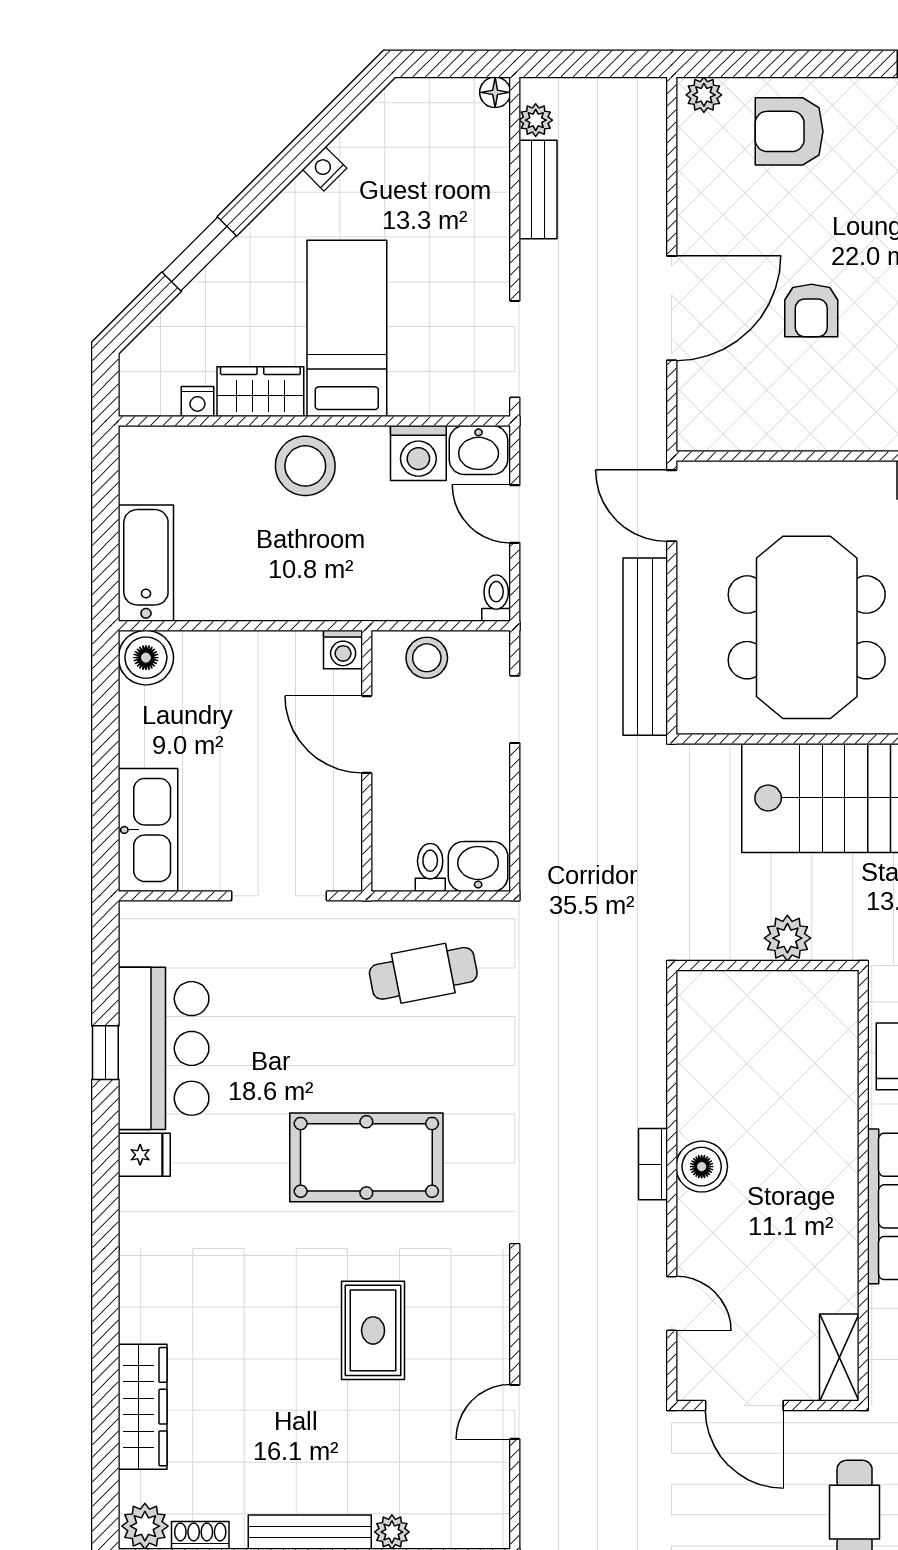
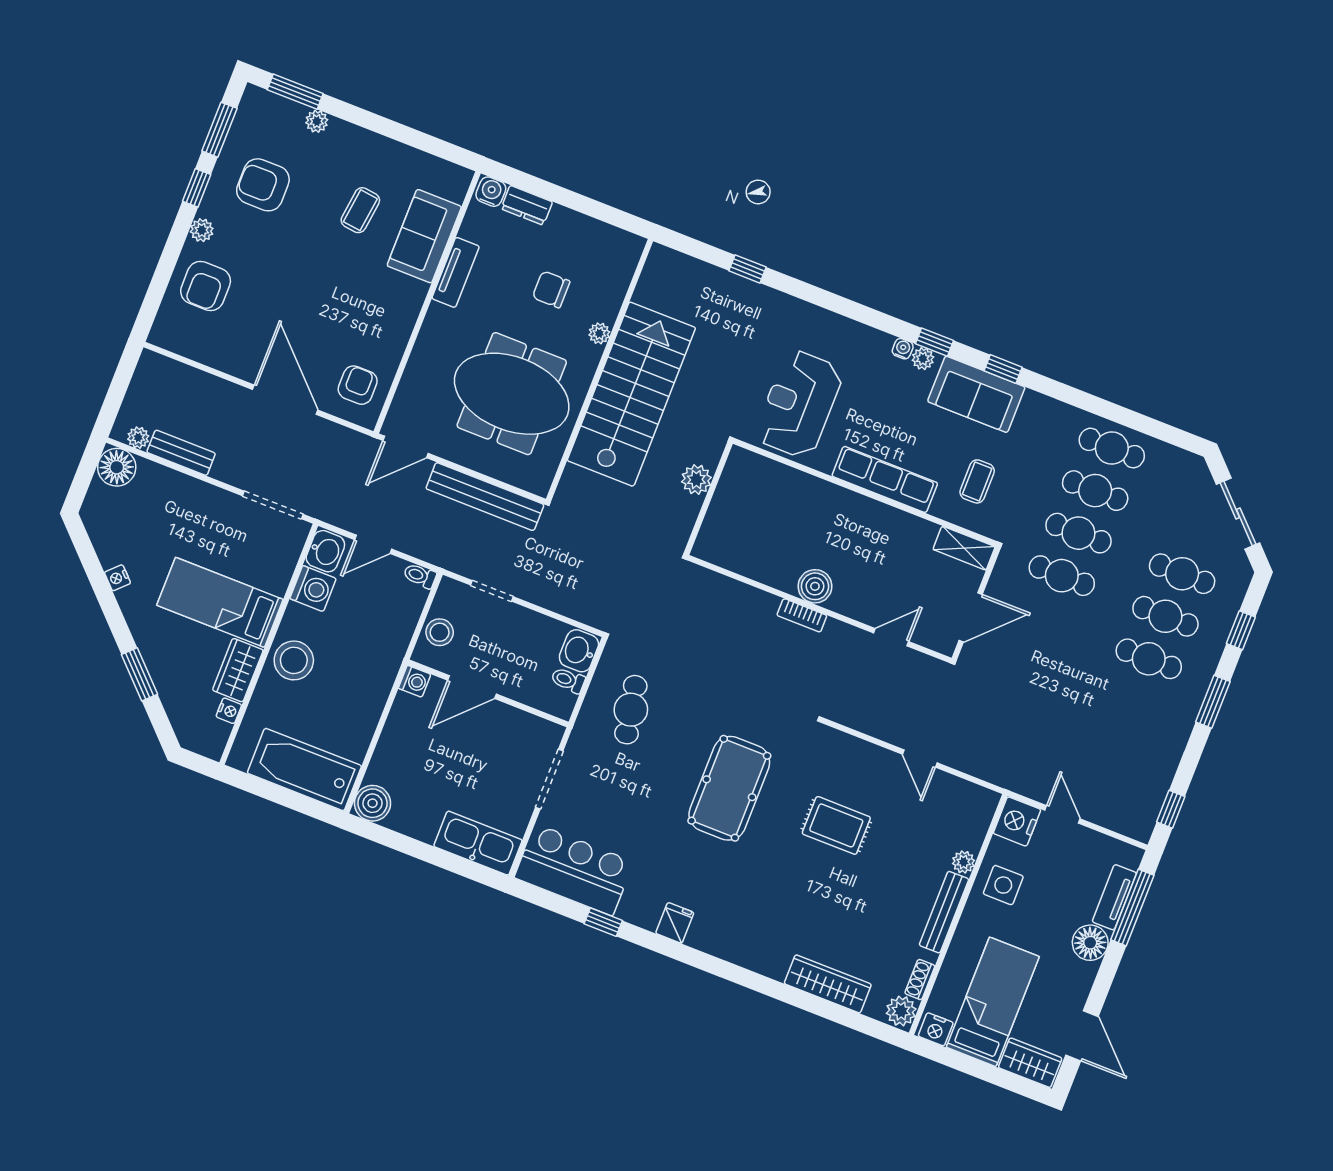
floor lamp: (495, 92) -> (117, 467), width x1.89, depth x1.89
plant: (704, 95) -> (202, 230), moved
armchair: (811, 310) -> (358, 385), moved, turned -90
bathtub: (146, 563) -> (304, 769), width x1.36, depth x1.36
bar counter: (164, 1048) -> (574, 870), moved

